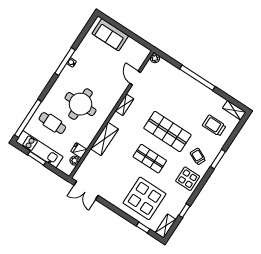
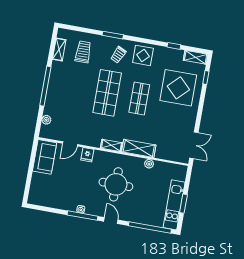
sofa: (110, 35) -> (45, 157), moved
plant: (155, 58) -> (46, 120), moved
door: (49, 86) -> (111, 221), added
shelving: (125, 105) -> (111, 145), moved
shelving: (234, 110) -> (59, 49), moved
cafe table: (52, 123) -> (145, 203), removed
trolley: (214, 126) -> (83, 52), turned 180
fridge: (79, 150) -> (87, 155), moved
plant: (75, 161) -> (149, 164), moved

